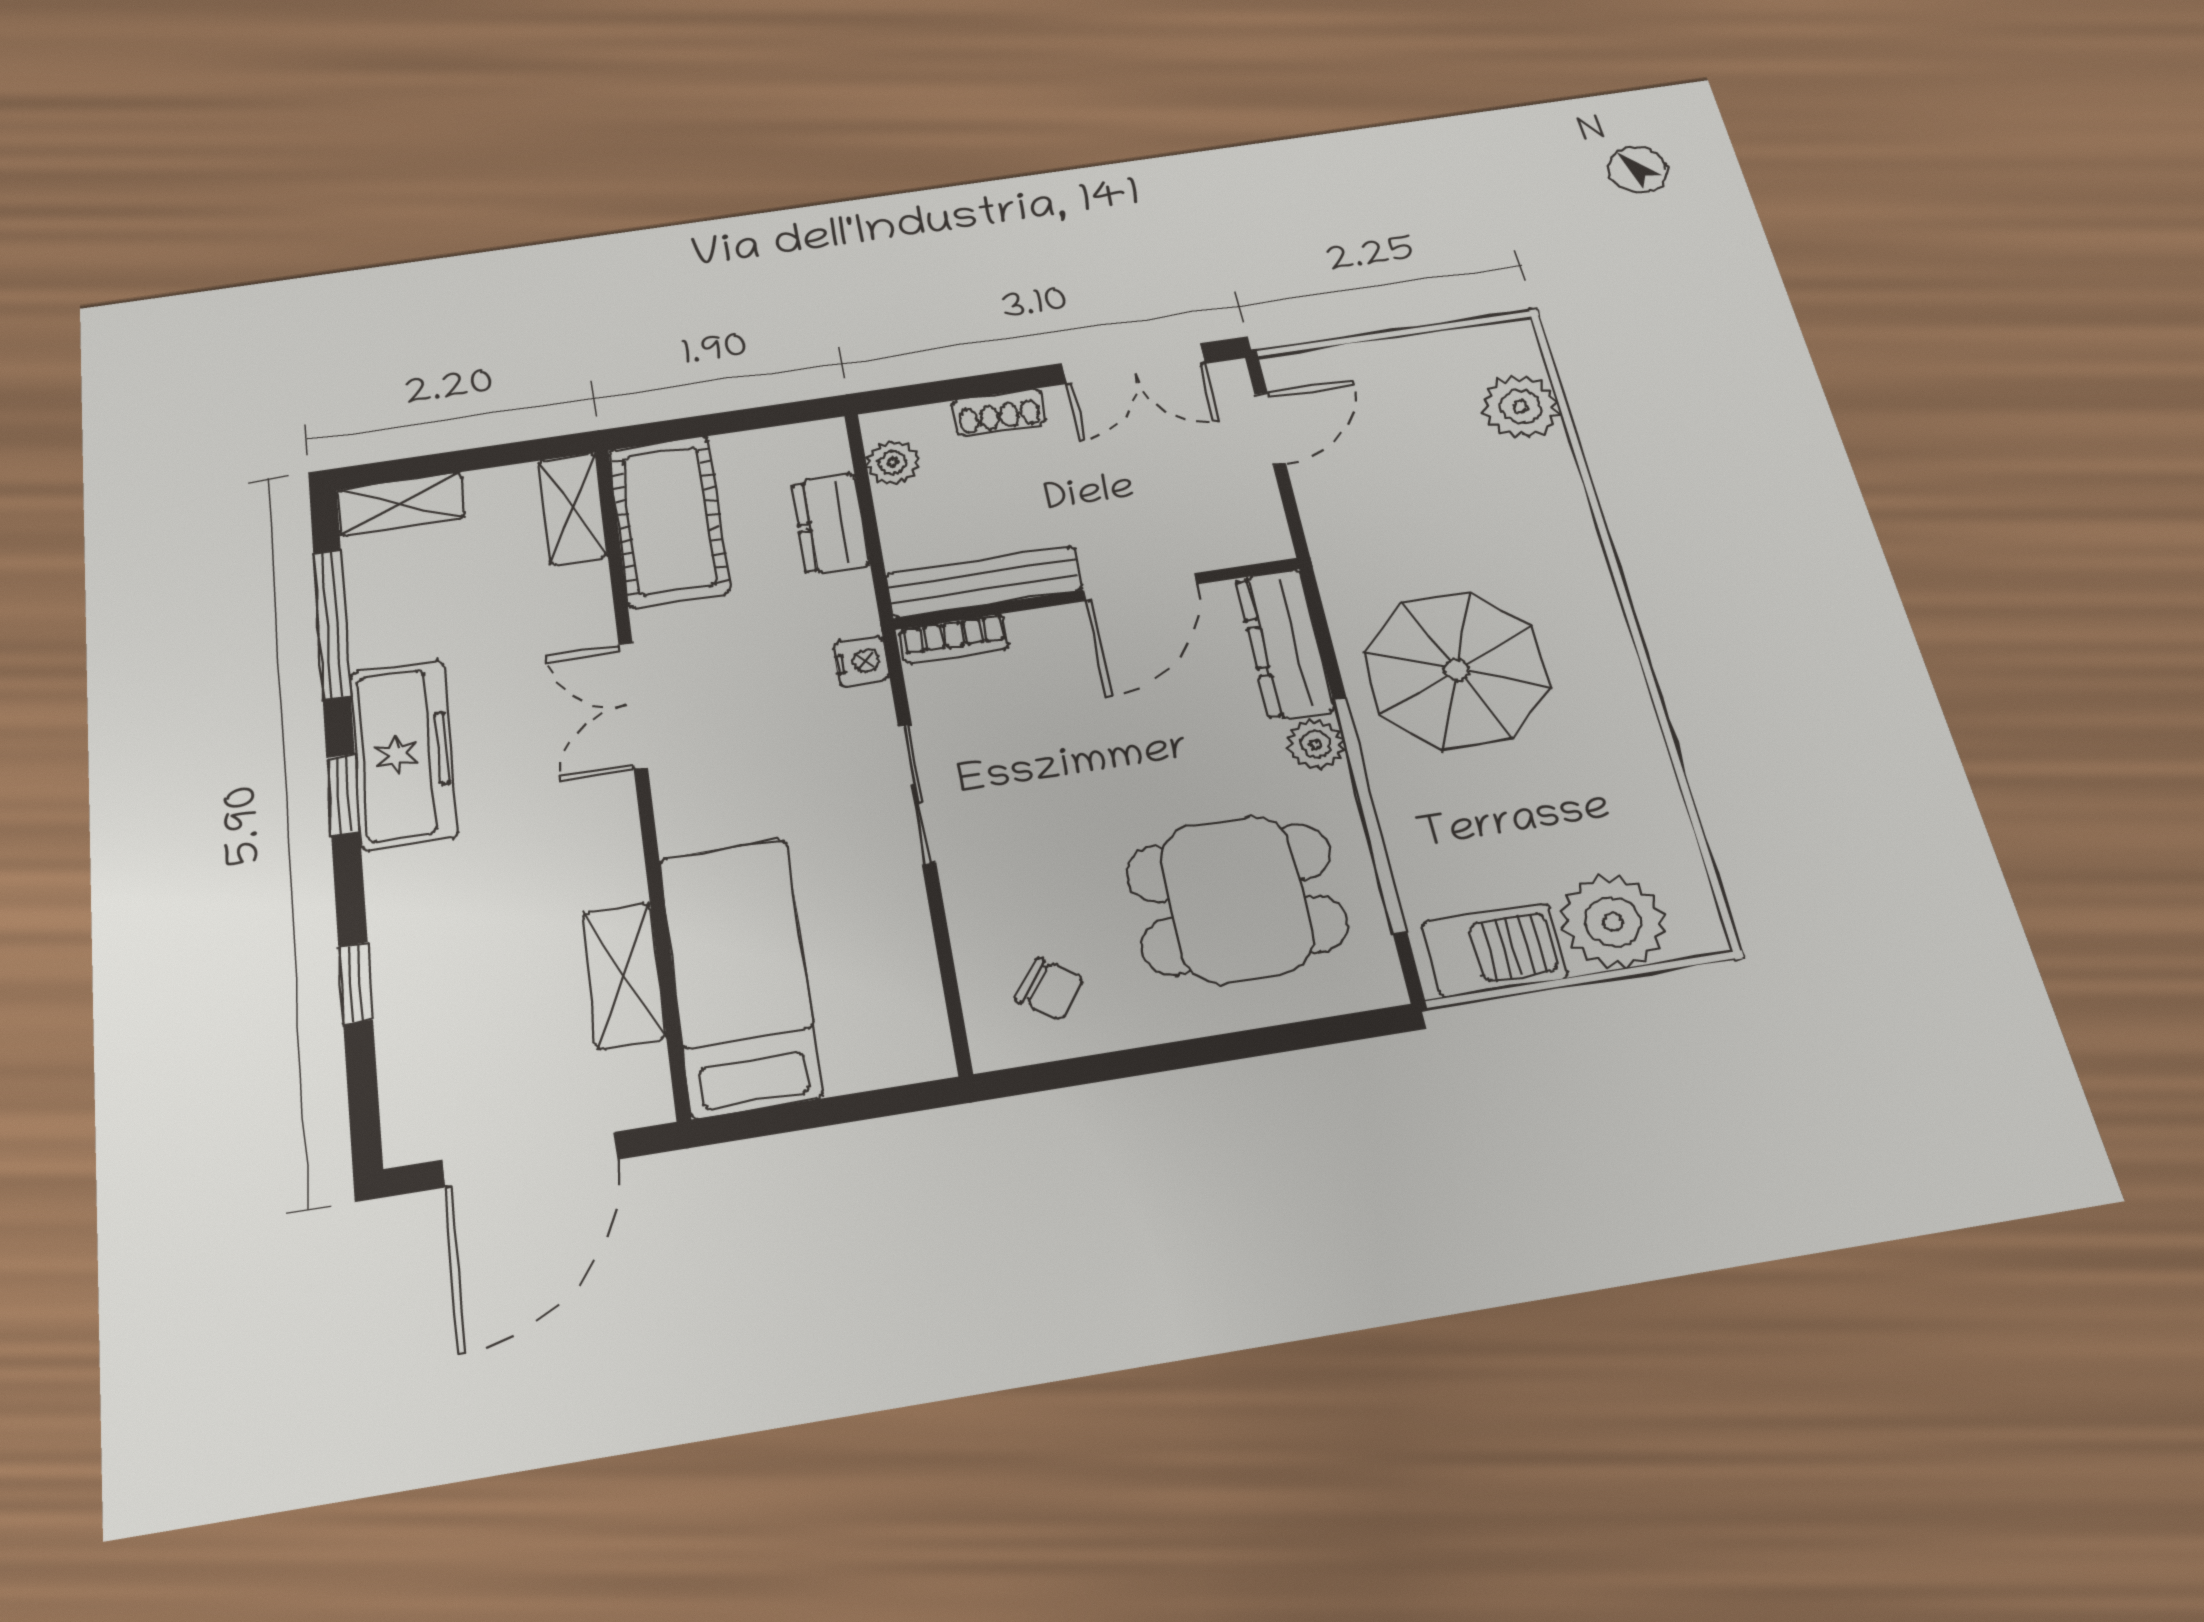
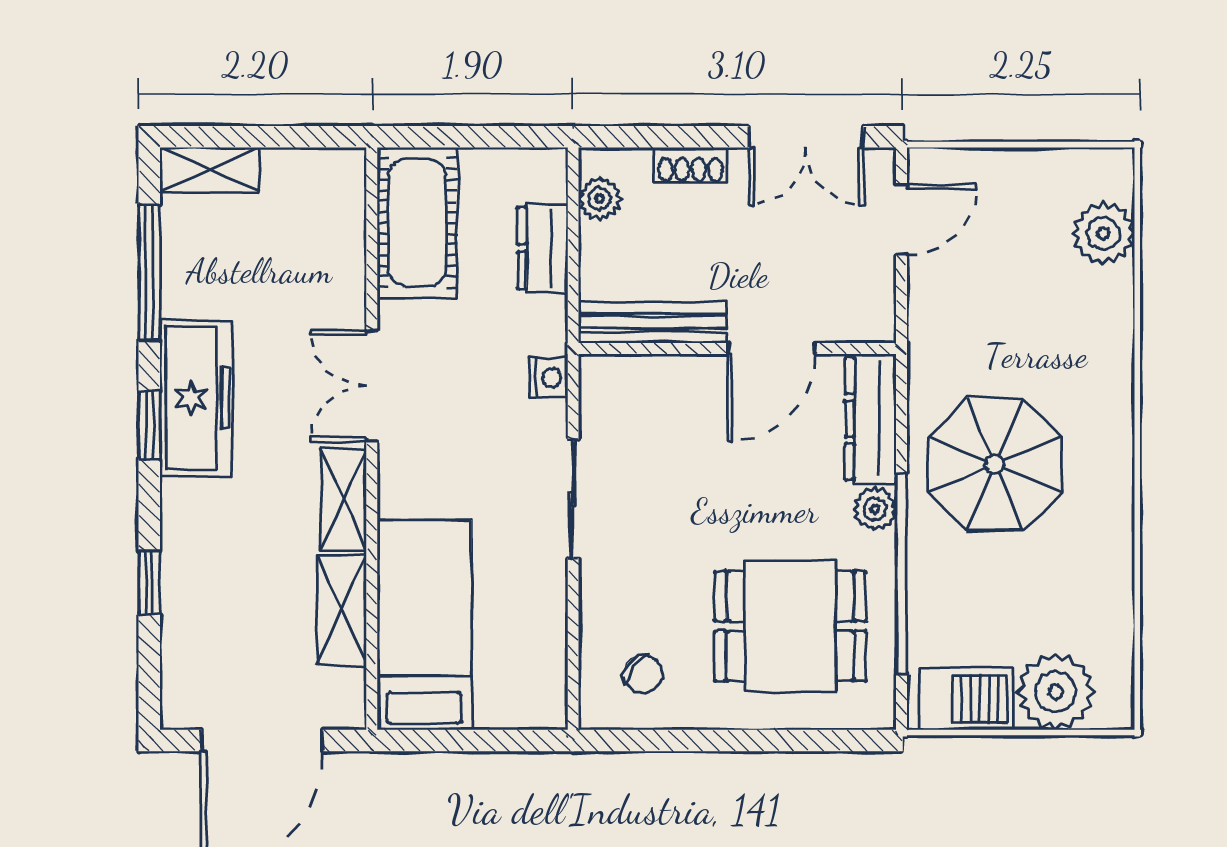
shelving: (573, 509) -> (344, 500), moved
bookcase: (954, 639) -> (622, 370), removed

